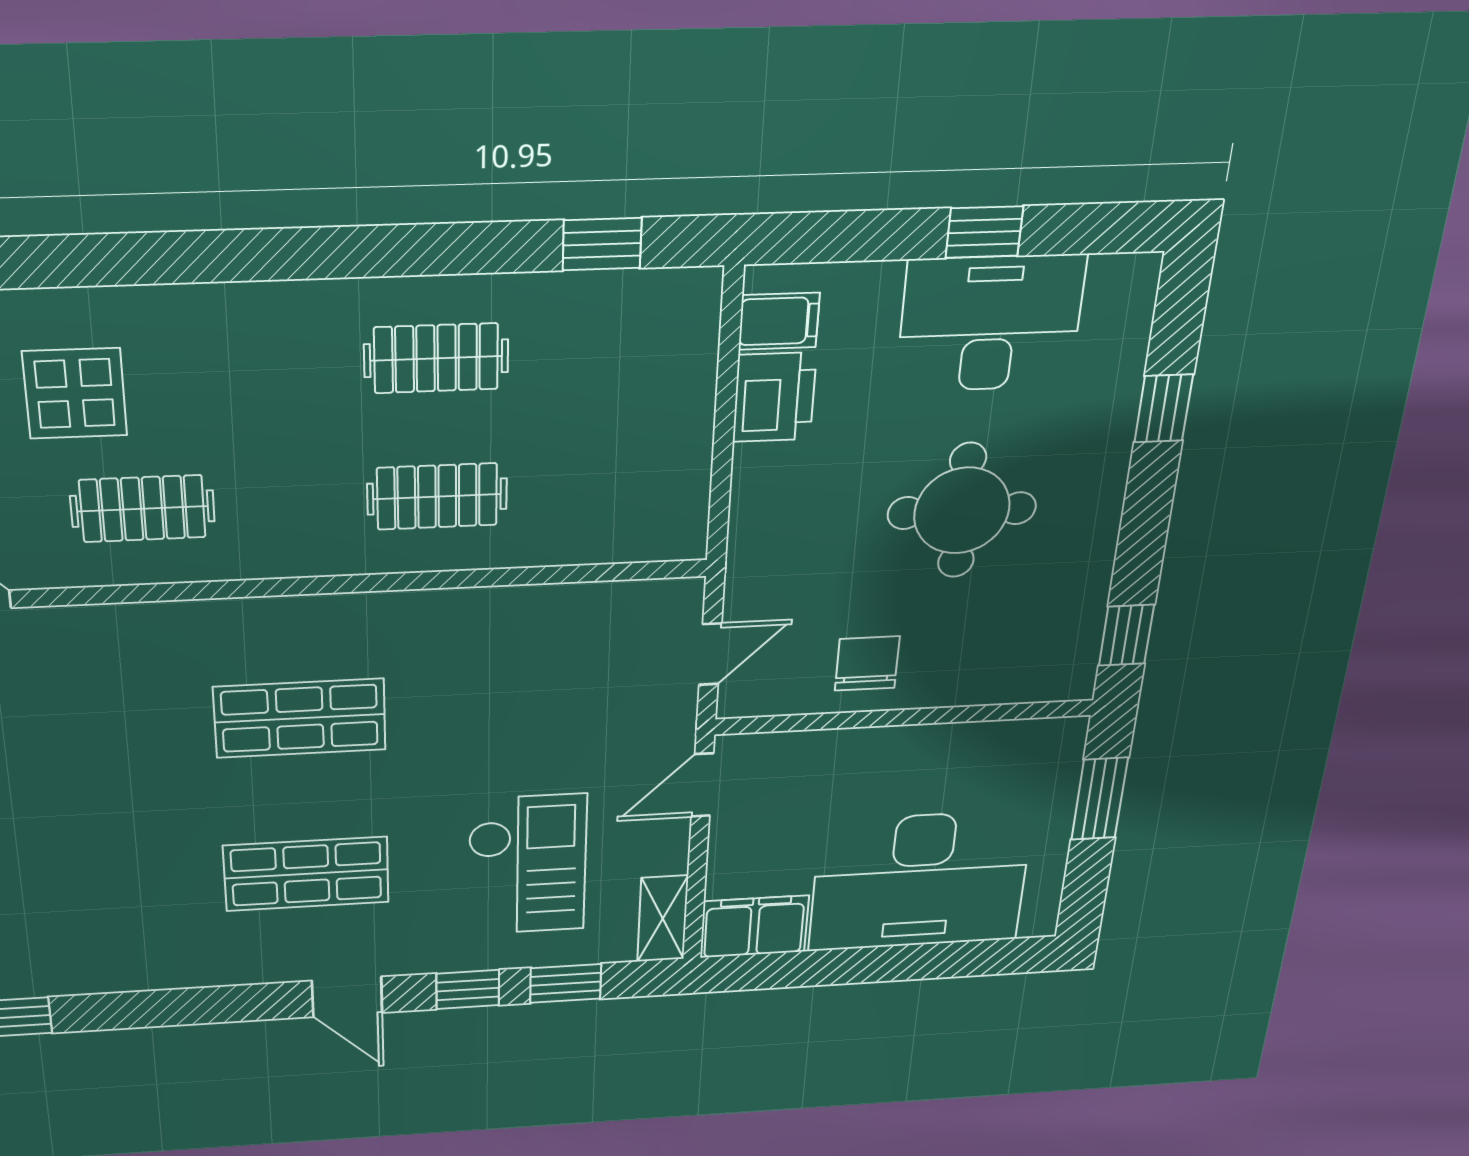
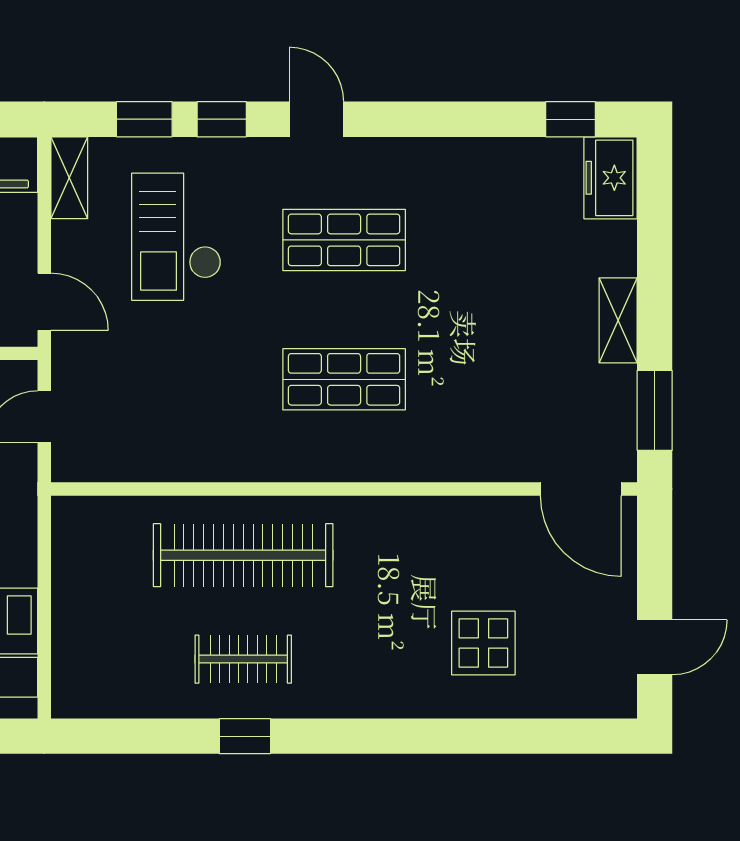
window: (602, 244) -> (245, 736), moved
clothes rail: (437, 496) -> (243, 555), width x1.86, depth x1.31
clothes rail: (143, 509) -> (445, 555), removed
door: (702, 785) -> (44, 302), hinge flipped

